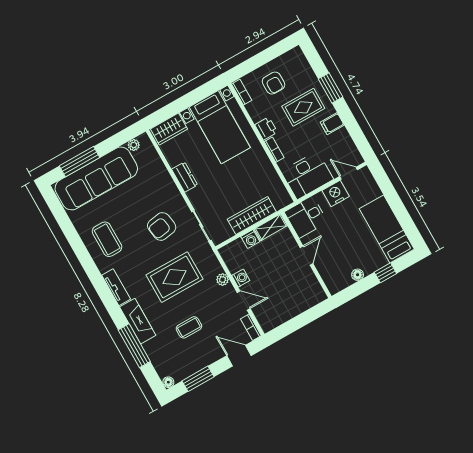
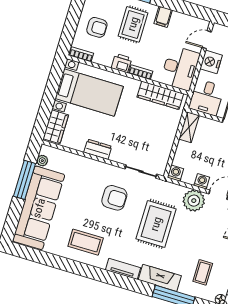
window: (79, 162) -> (24, 180), moved
wardrobe: (252, 215) -> (160, 95), moved, turned -90
armchair: (162, 226) -> (114, 198), turned -81
washing machine: (250, 239) -> (175, 173), moved, turned -90
plant: (223, 280) -> (194, 201), width x1.88, depth x1.88
coffee table: (189, 327) -> (203, 272), moved

